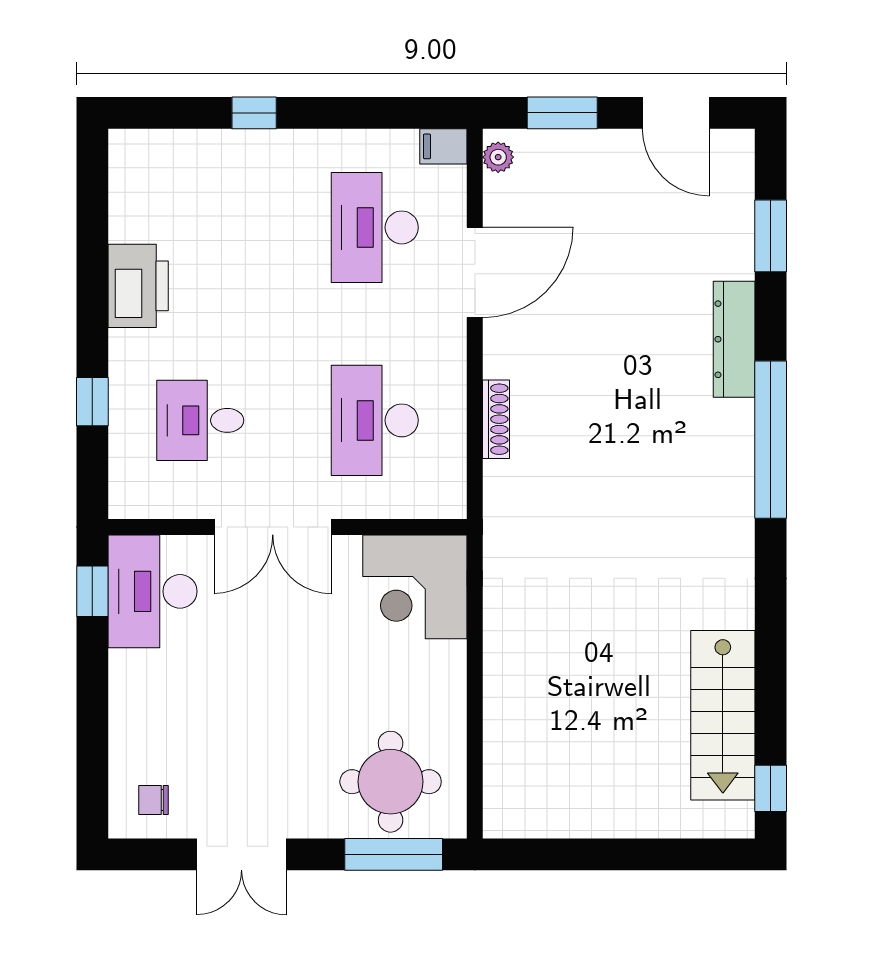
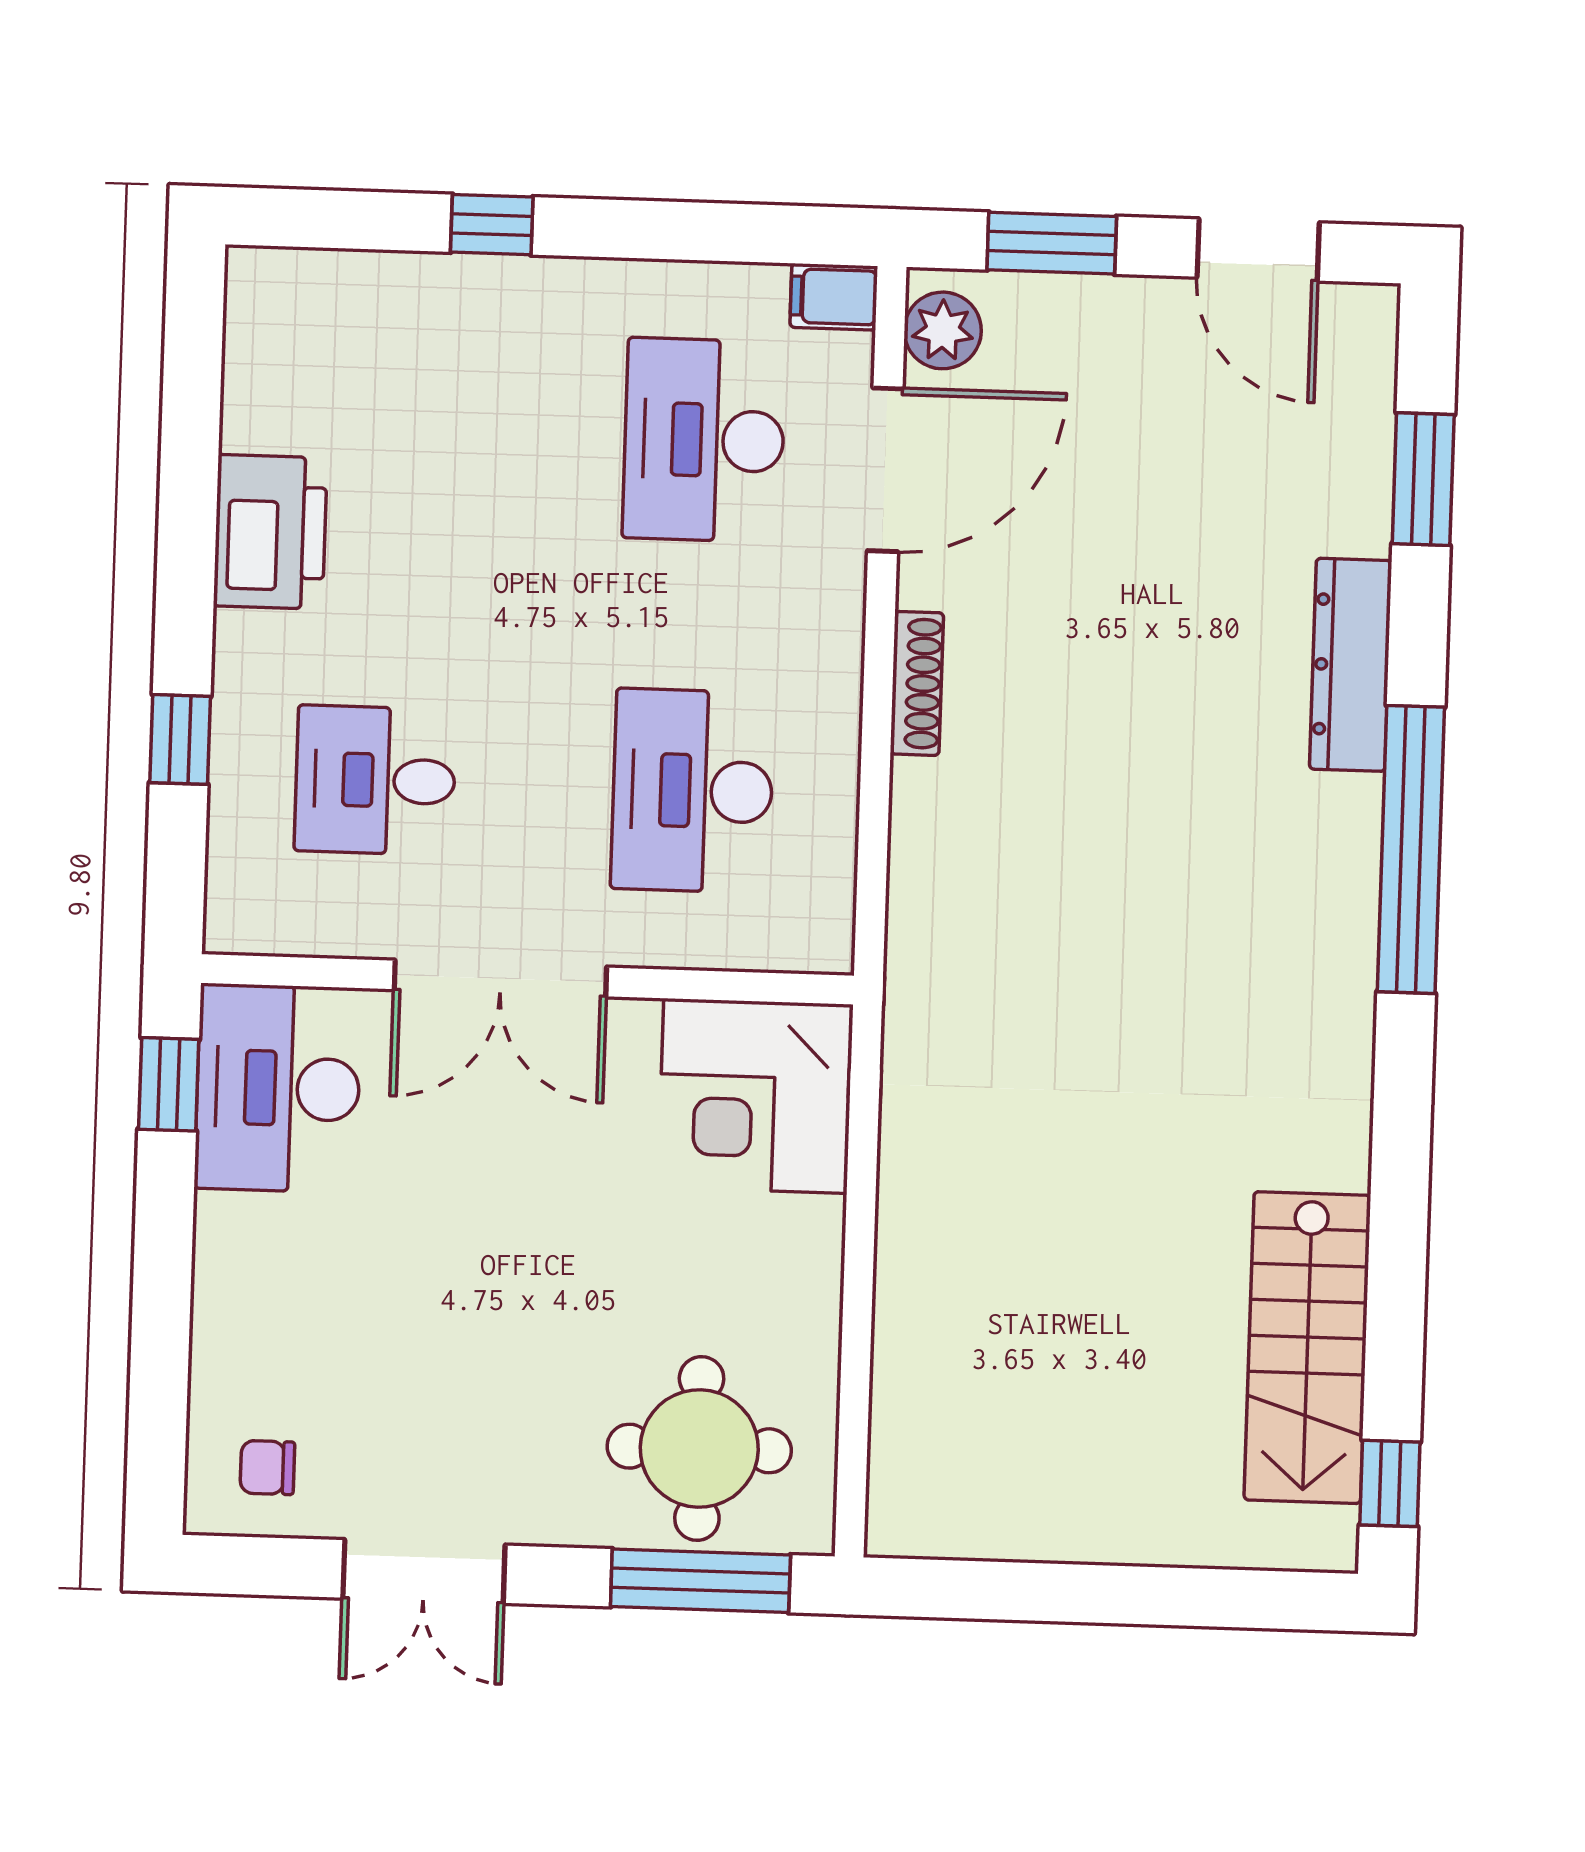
plant: (498, 157) -> (943, 330), width x1.38, depth x1.38
door: (475, 272) -> (885, 470), moved
shoe rack: (496, 419) -> (917, 683), moved

